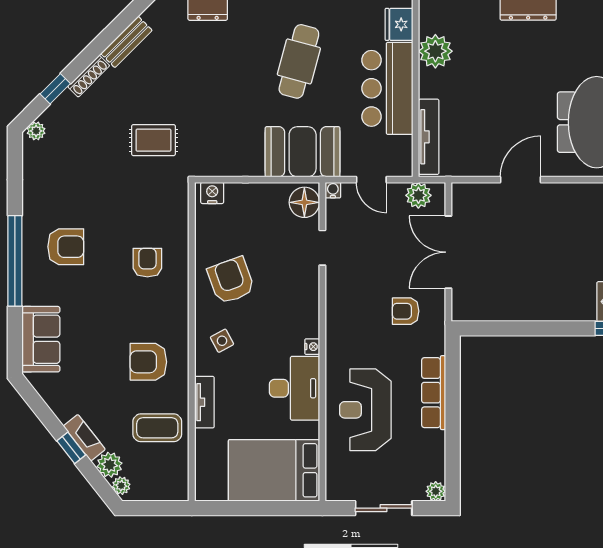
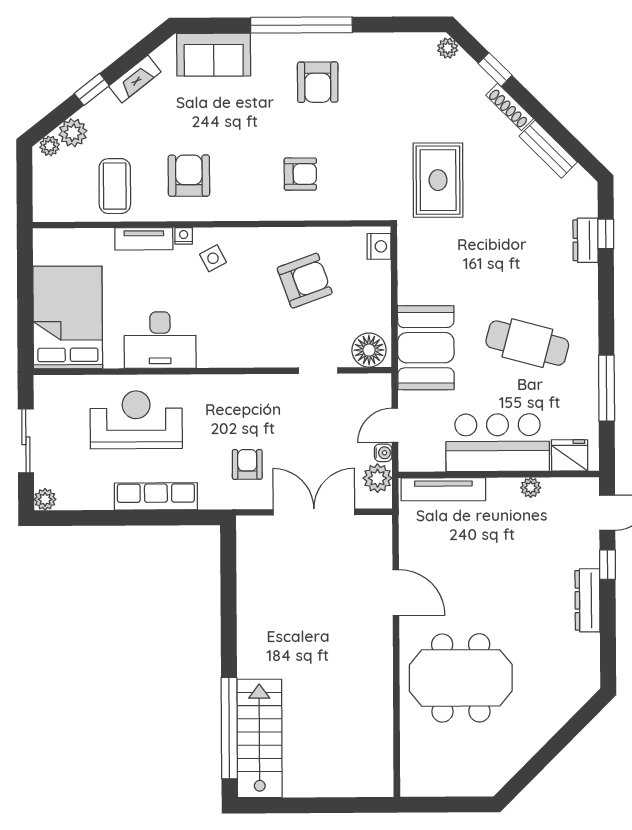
plant: (435, 51) -> (531, 488), width x0.53, depth x0.53
rug: (153, 140) -> (438, 180), width x1.36, depth x1.43
water cooler: (333, 190) -> (383, 453), moved
armchair: (231, 280) -> (305, 281), moved
nightstand: (312, 347) -> (184, 236), moved, turned 180
fireplace: (84, 438) -> (135, 79), moved

